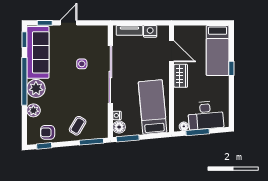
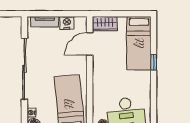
door: (171, 51) -> (90, 44), swing flipped
wardrobe: (181, 76) -> (105, 24), moved, turned 90

